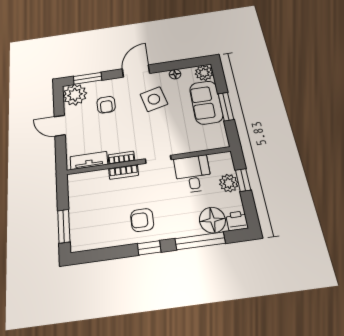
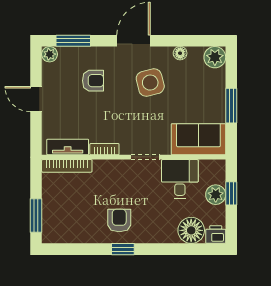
plant: (75, 95) -> (50, 54), width x0.53, depth x0.53
sofa: (206, 102) -> (198, 139), moved, turned 90
armchair: (106, 105) -> (93, 81), turned -90
bookcase: (124, 172) -> (67, 166), moved, width x1.56
armchair: (142, 220) -> (119, 220), turned 90
window: (200, 241) -> (175, 249), removed

